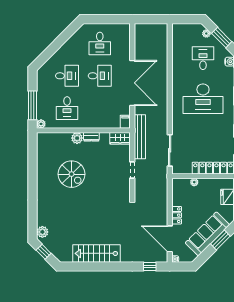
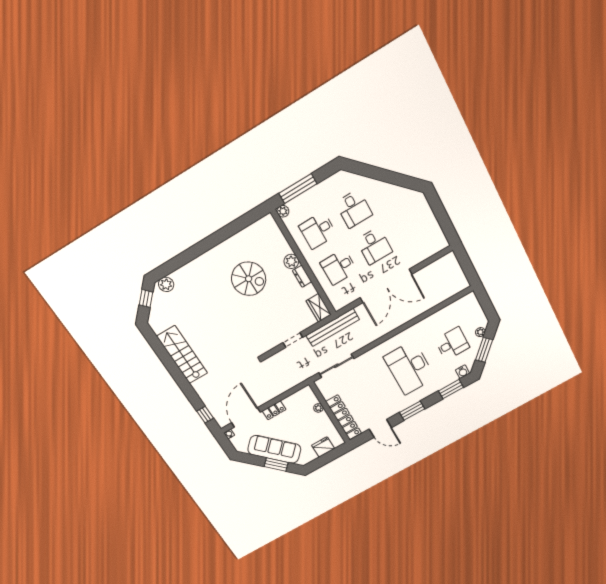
desk: (100, 43) -> (339, 267), moved
filing cabinet: (125, 122) -> (340, 303), removed
spiral stairs: (72, 174) -> (249, 279), turned -90

